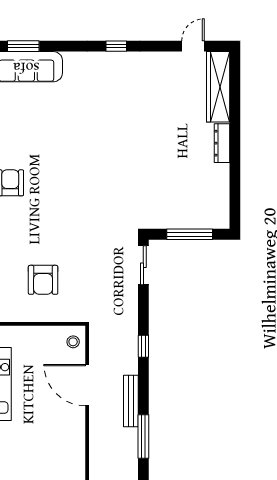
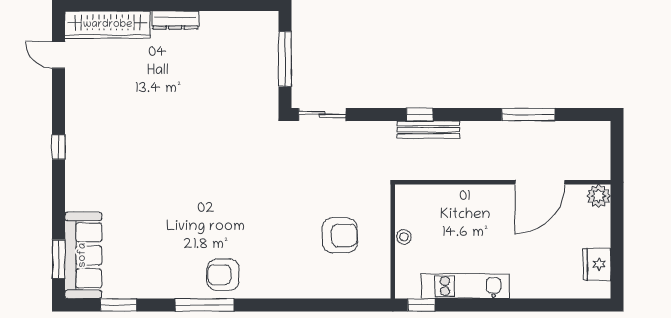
stool: (73, 342) -> (404, 237), moved
door: (87, 385) -> (540, 182), moved
bench: (131, 401) -> (428, 130), moved

